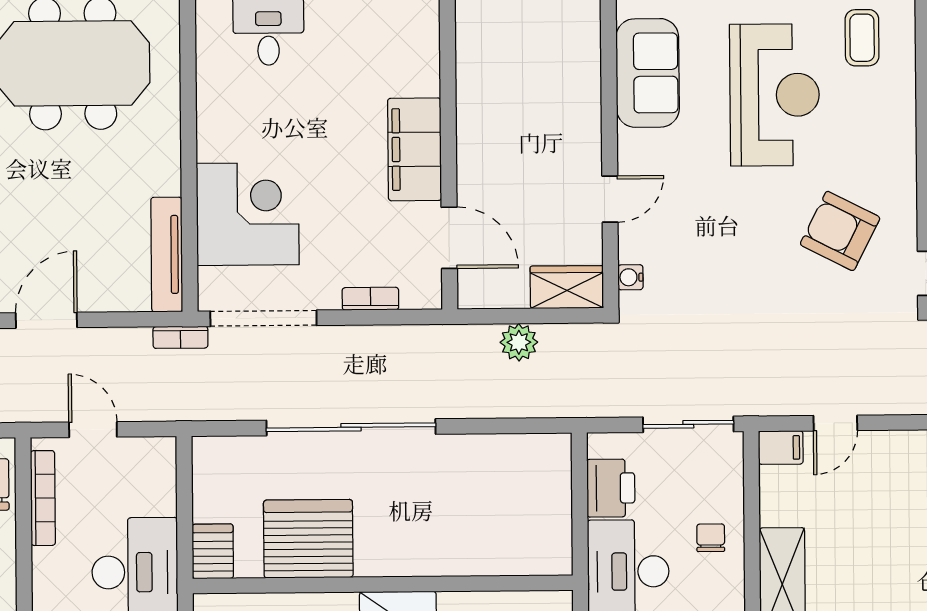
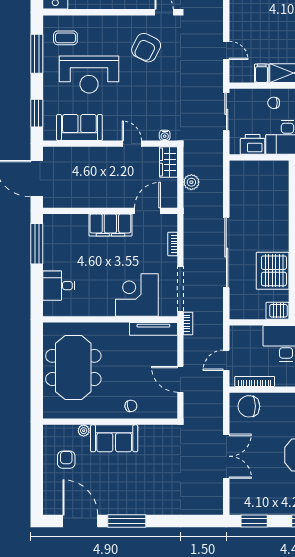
reception desk: (775, 95) -> (89, 75), turned 180
filing cabinet: (781, 448) -> (262, 73), moved

